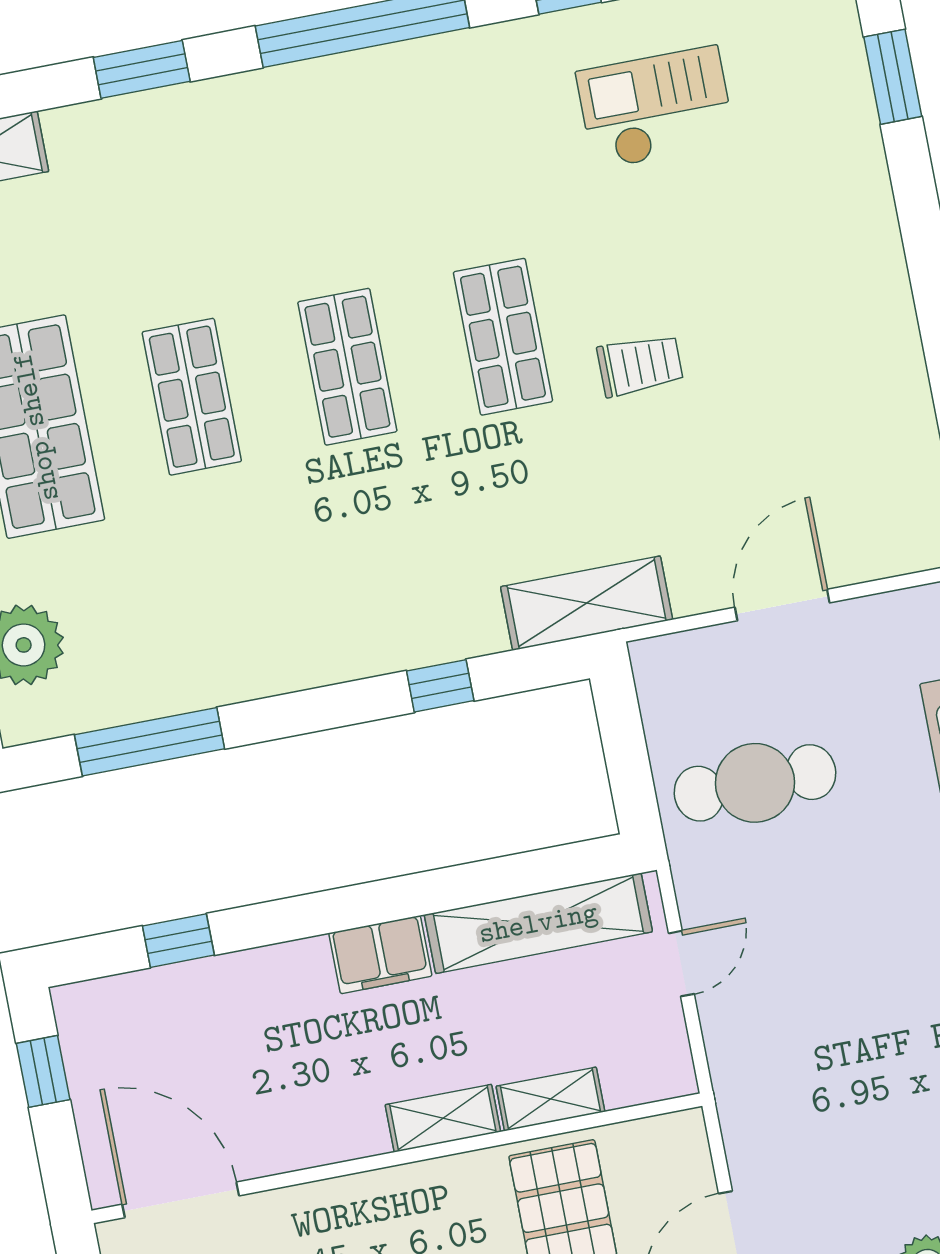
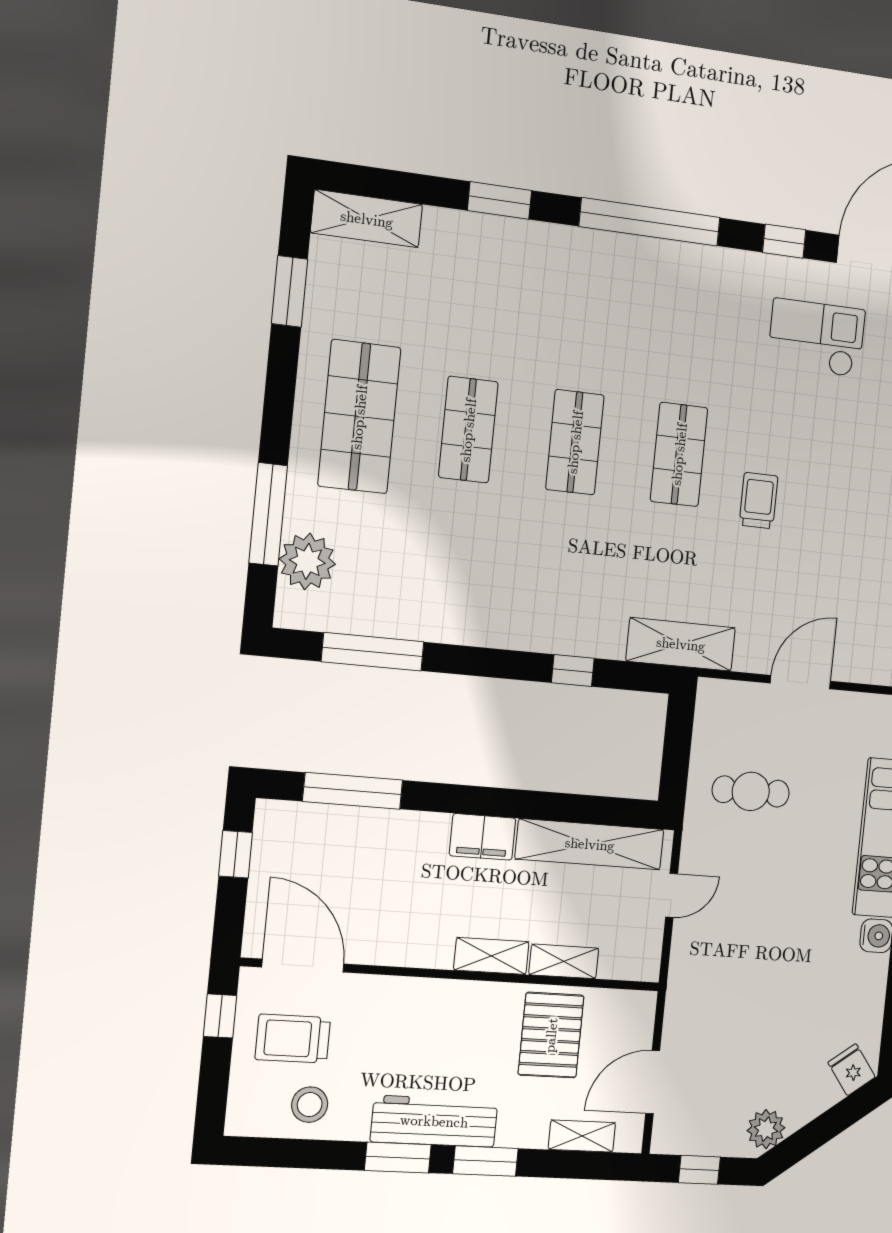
trolley: (640, 365) -> (759, 501), turned -90
cafe table: (755, 783) -> (751, 791), width x0.73, depth x0.74
window: (178, 941) -> (353, 791), width x2.17

